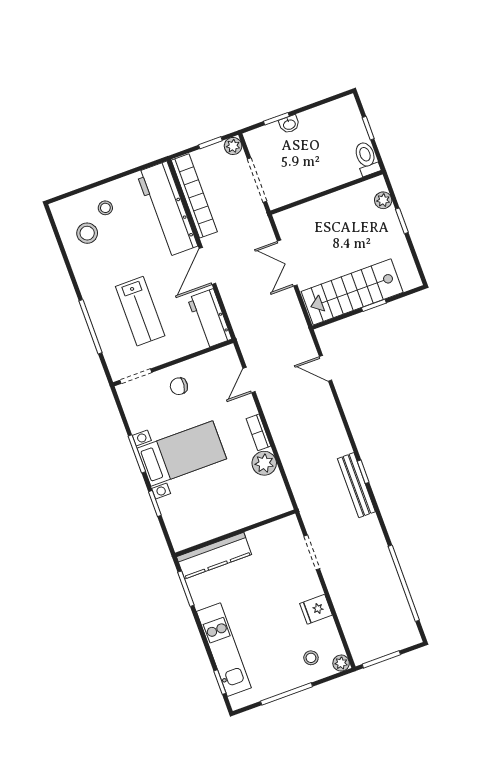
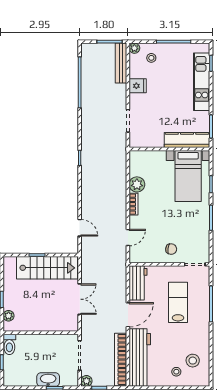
washbasin: (289, 124) -> (48, 380), width x1.91, depth x1.45
bed with nightstands: (182, 453) -> (188, 176), moved, turned -90
bench: (356, 485) -> (121, 63), moved

